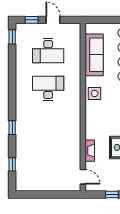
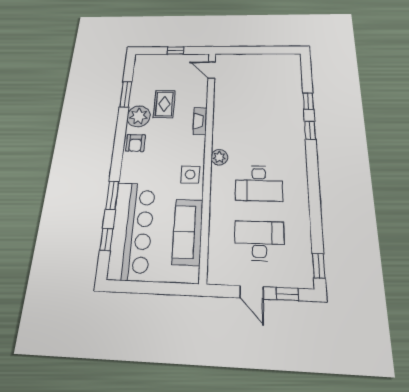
plant: (75, 106) -> (219, 157), added
fireplace: (90, 151) -> (200, 121), moved
window: (12, 164) -> (308, 101), moved

